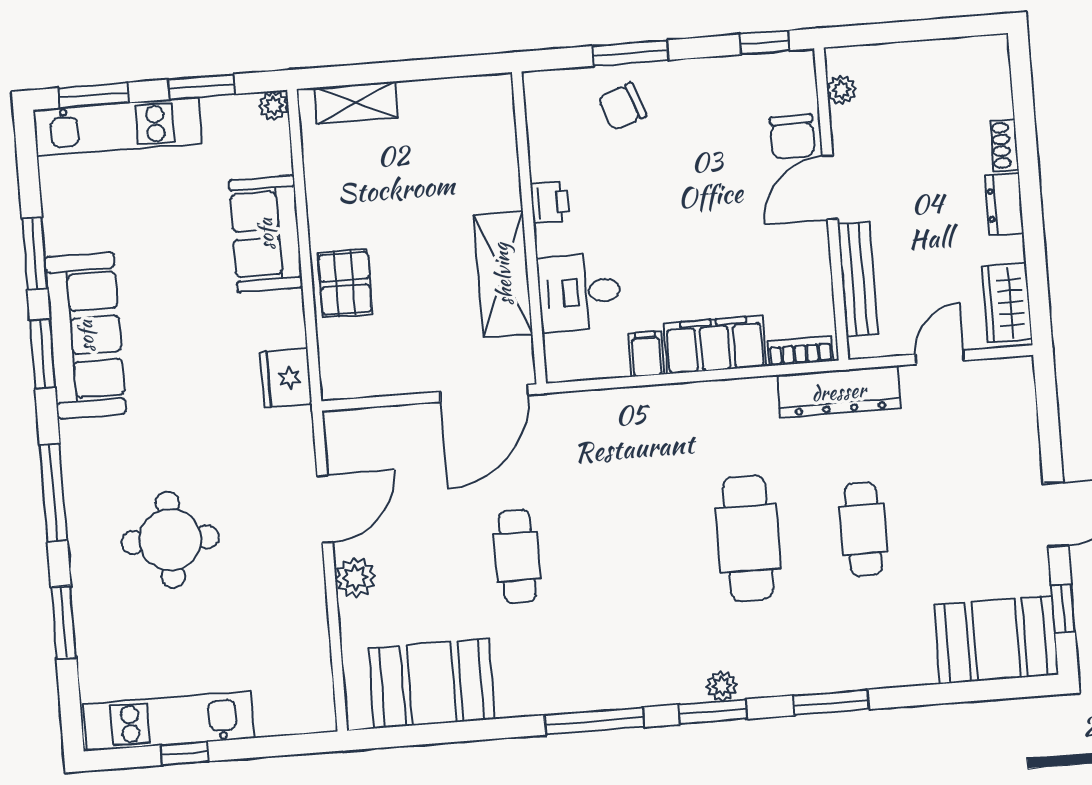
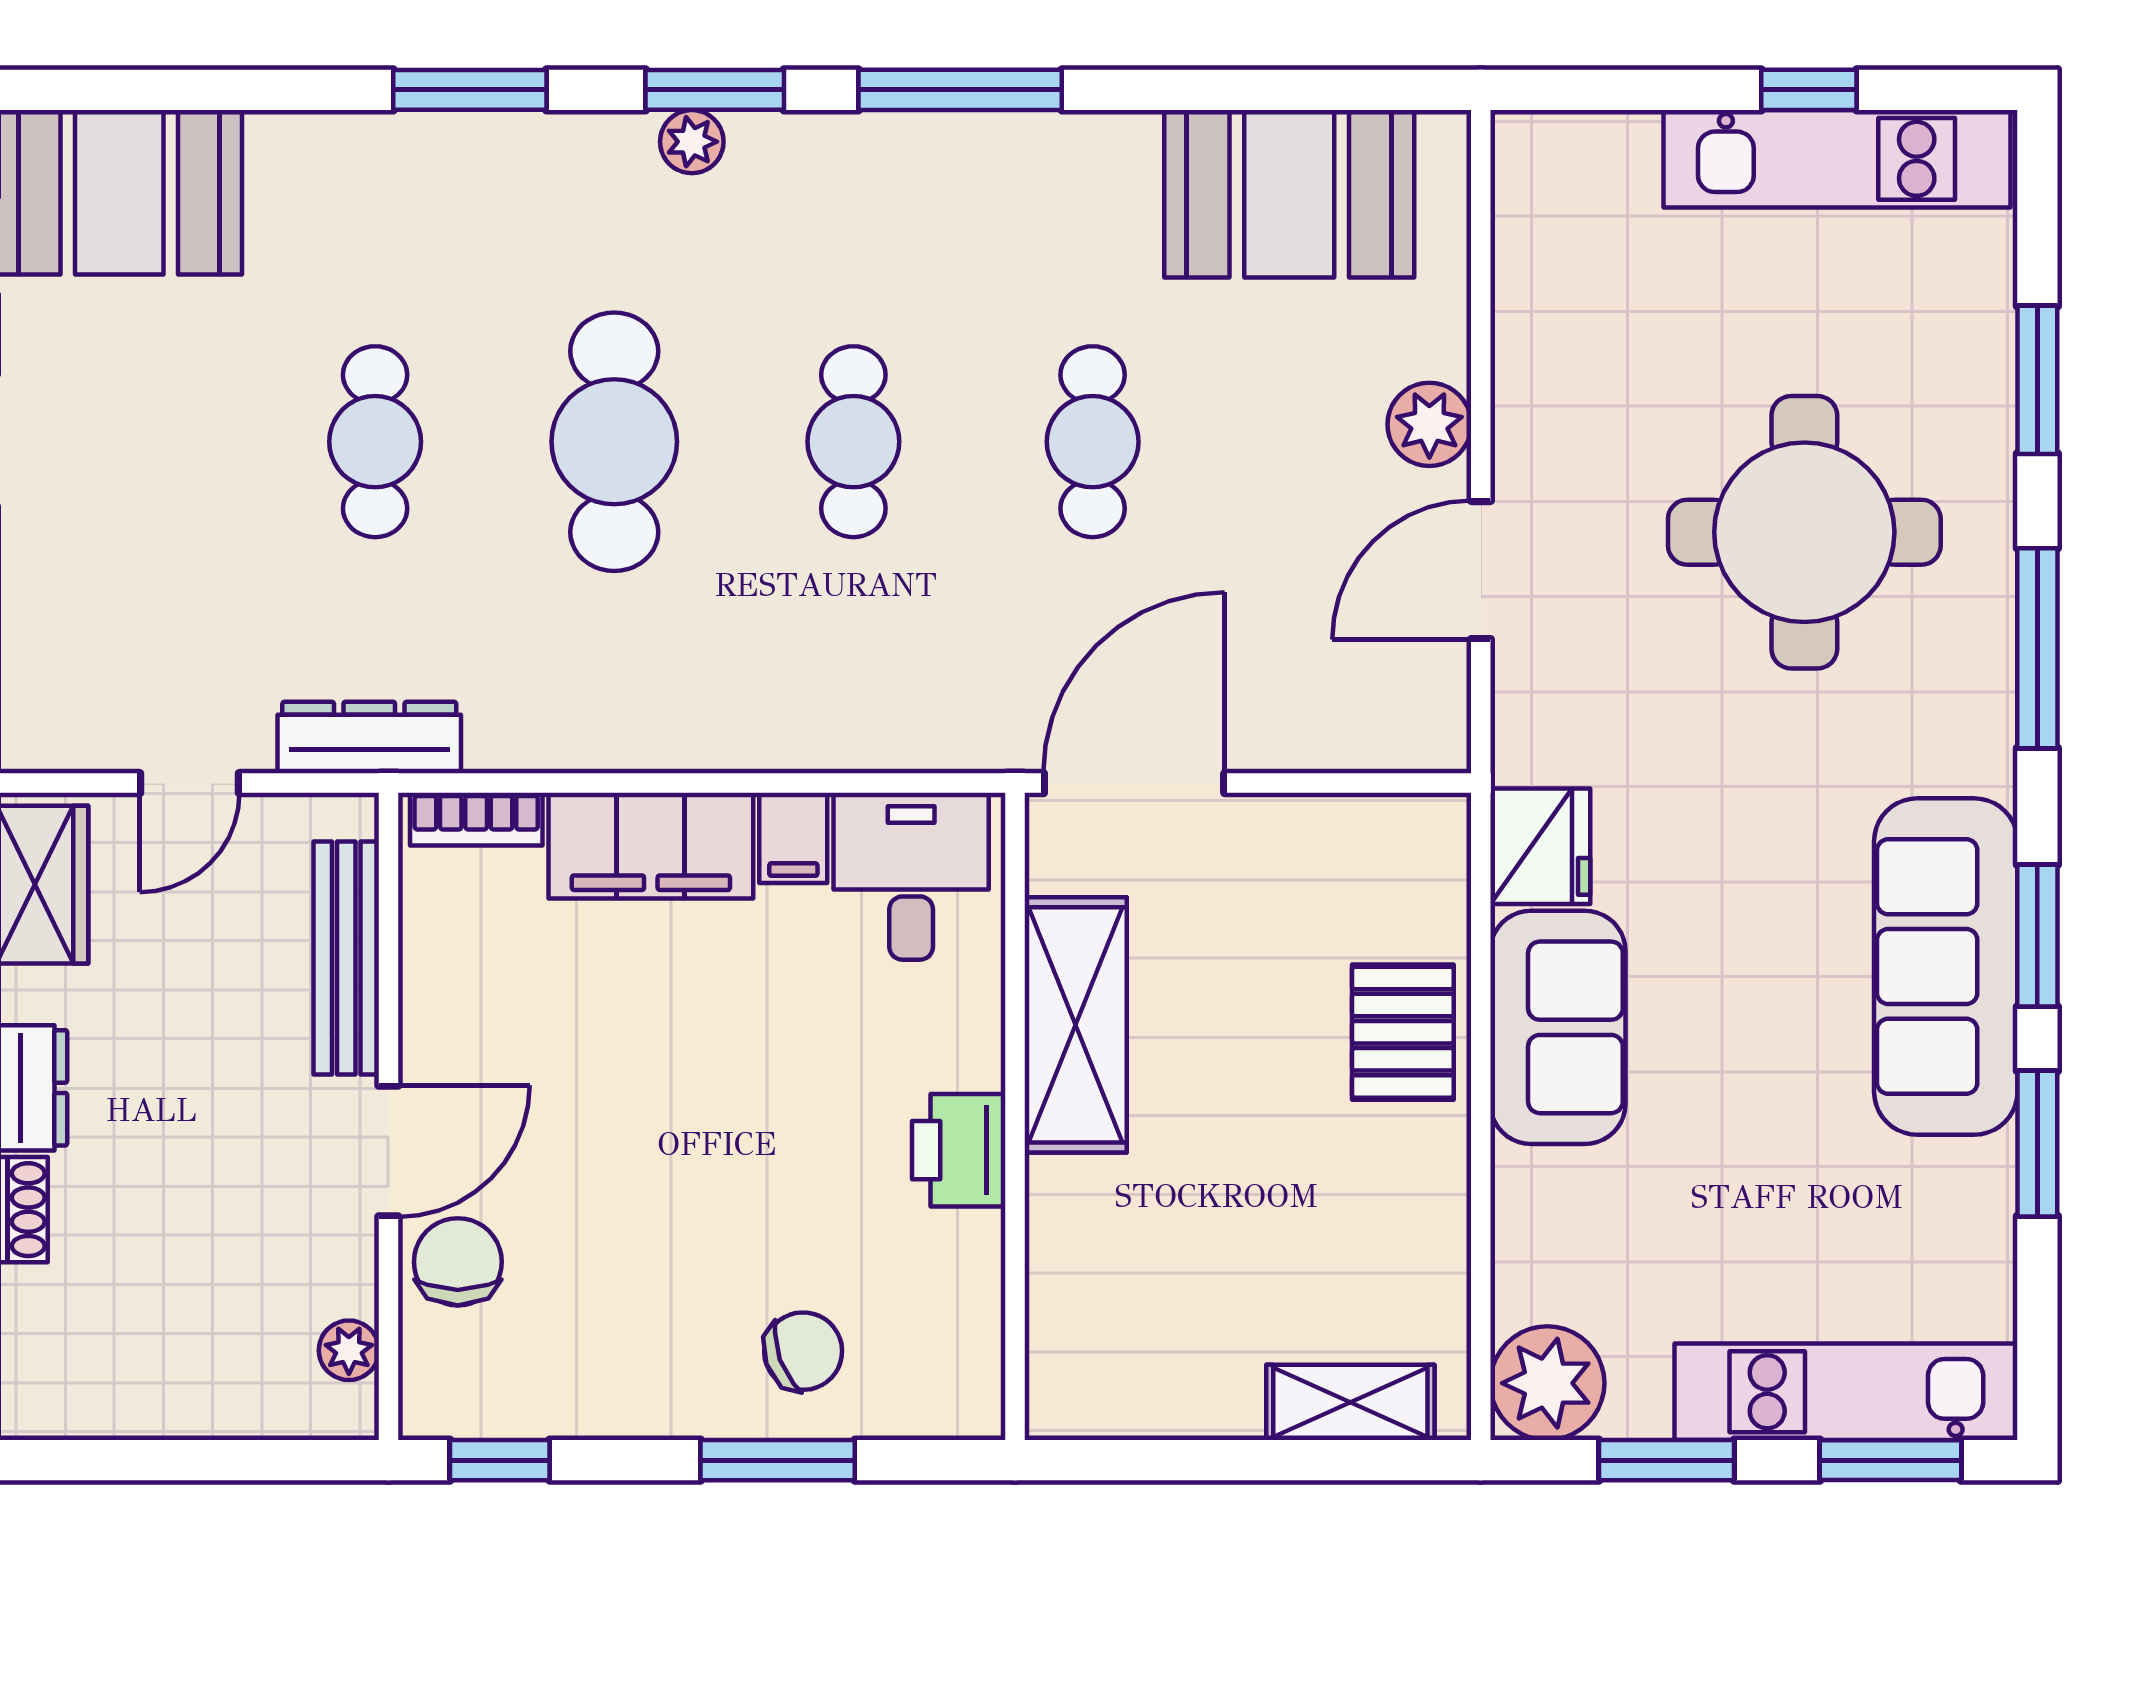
plant: (274, 106) -> (1547, 1383), width x1.88, depth x1.88
printer: (550, 203) -> (959, 1150), width x1.36, depth x1.24
sofa: (266, 234) -> (1558, 1027), moved
desk: (579, 292) -> (911, 876), moved, turned -90
dresser: (839, 392) -> (369, 738), width x0.73, depth x0.80
round table: (170, 540) -> (1804, 532), width x1.36, depth x1.36
cafe table: (633, 547) -> (853, 442), added

